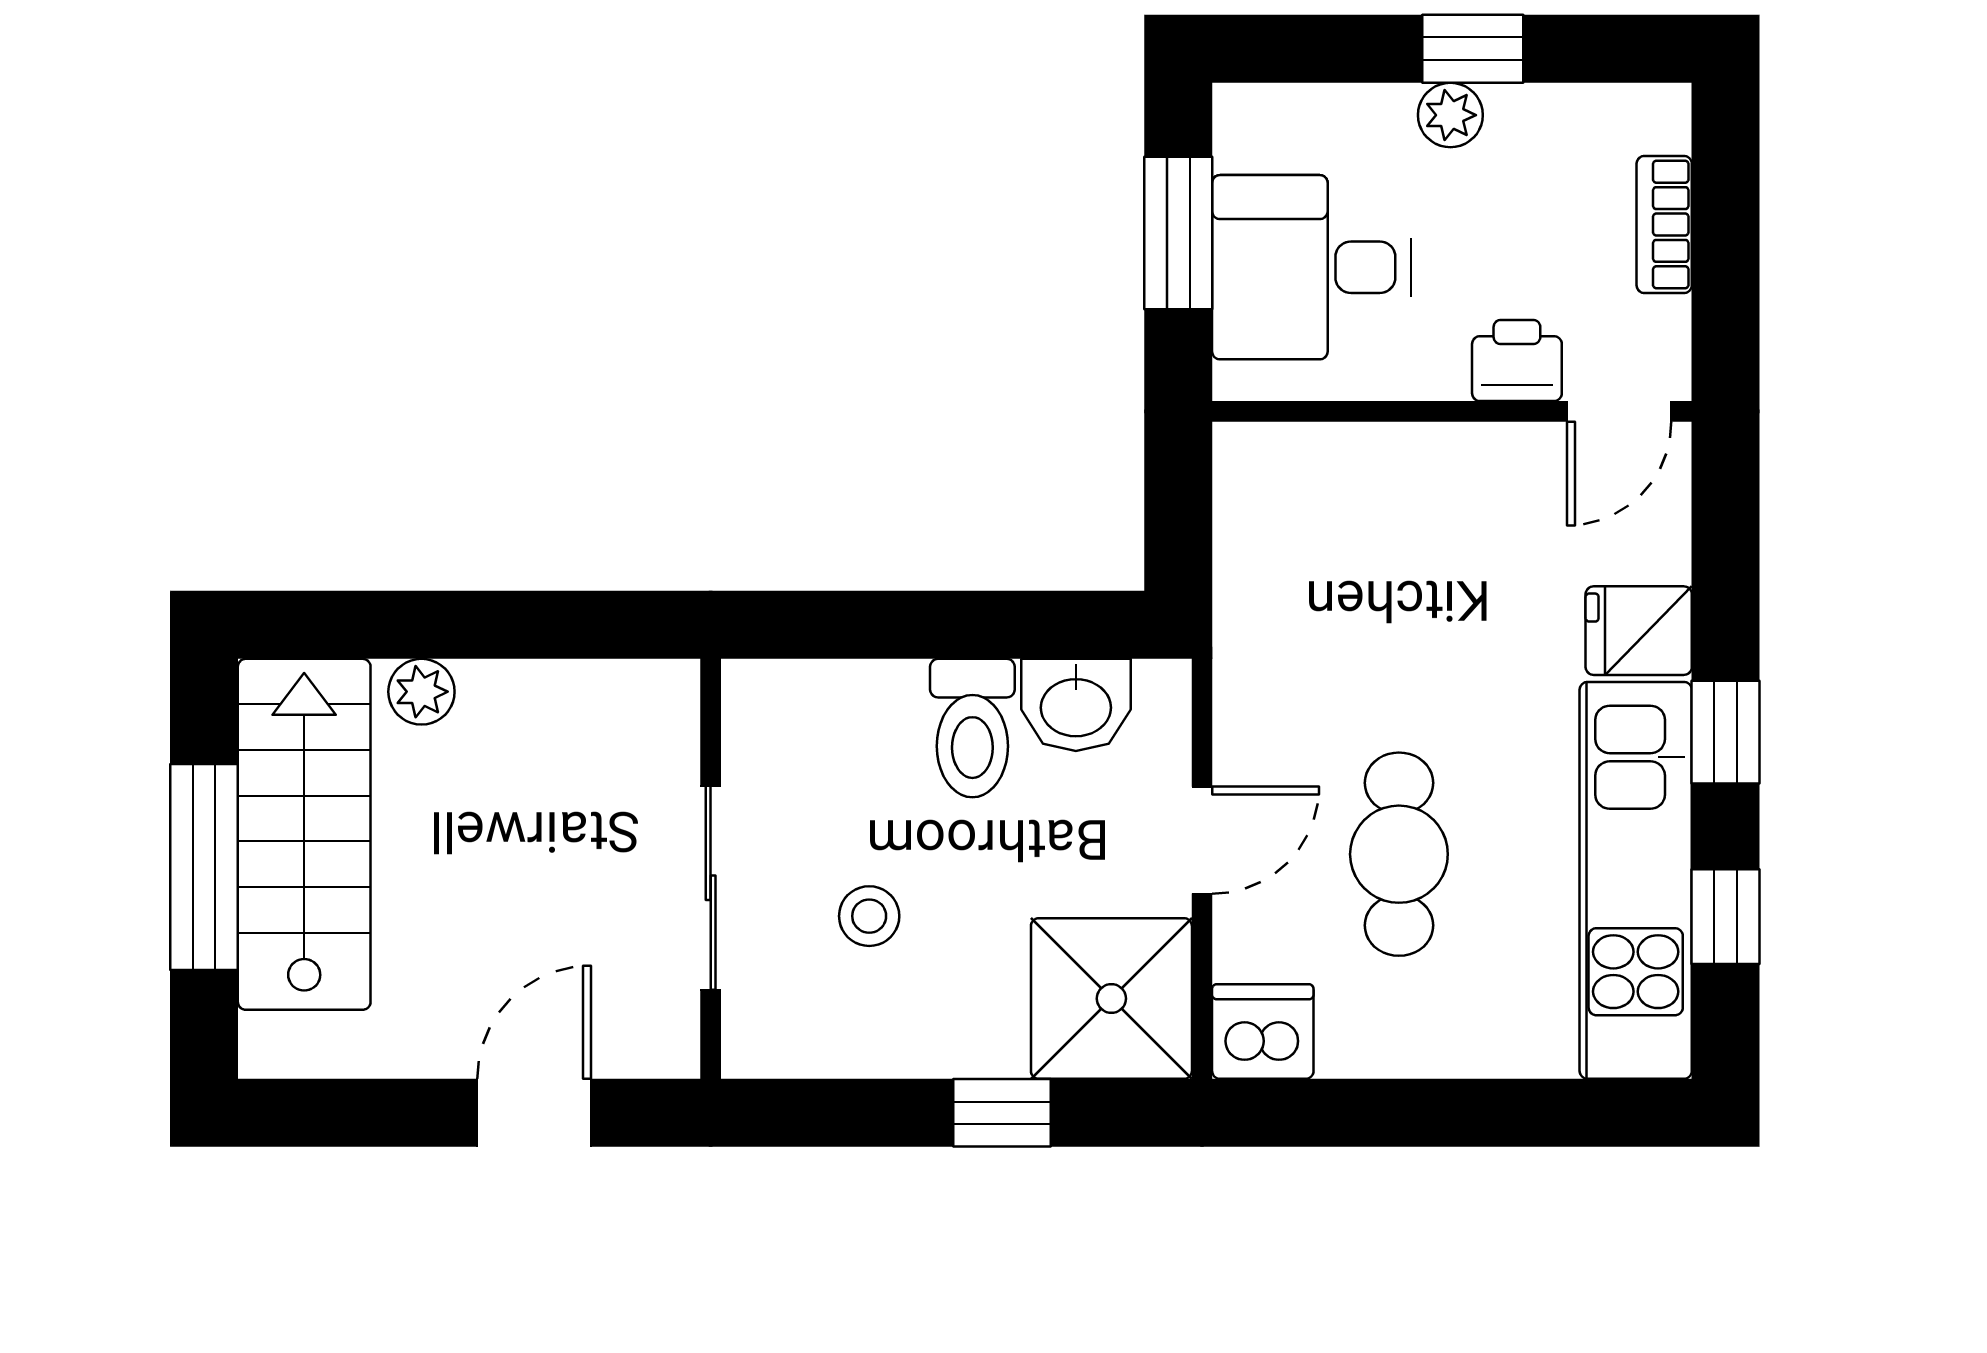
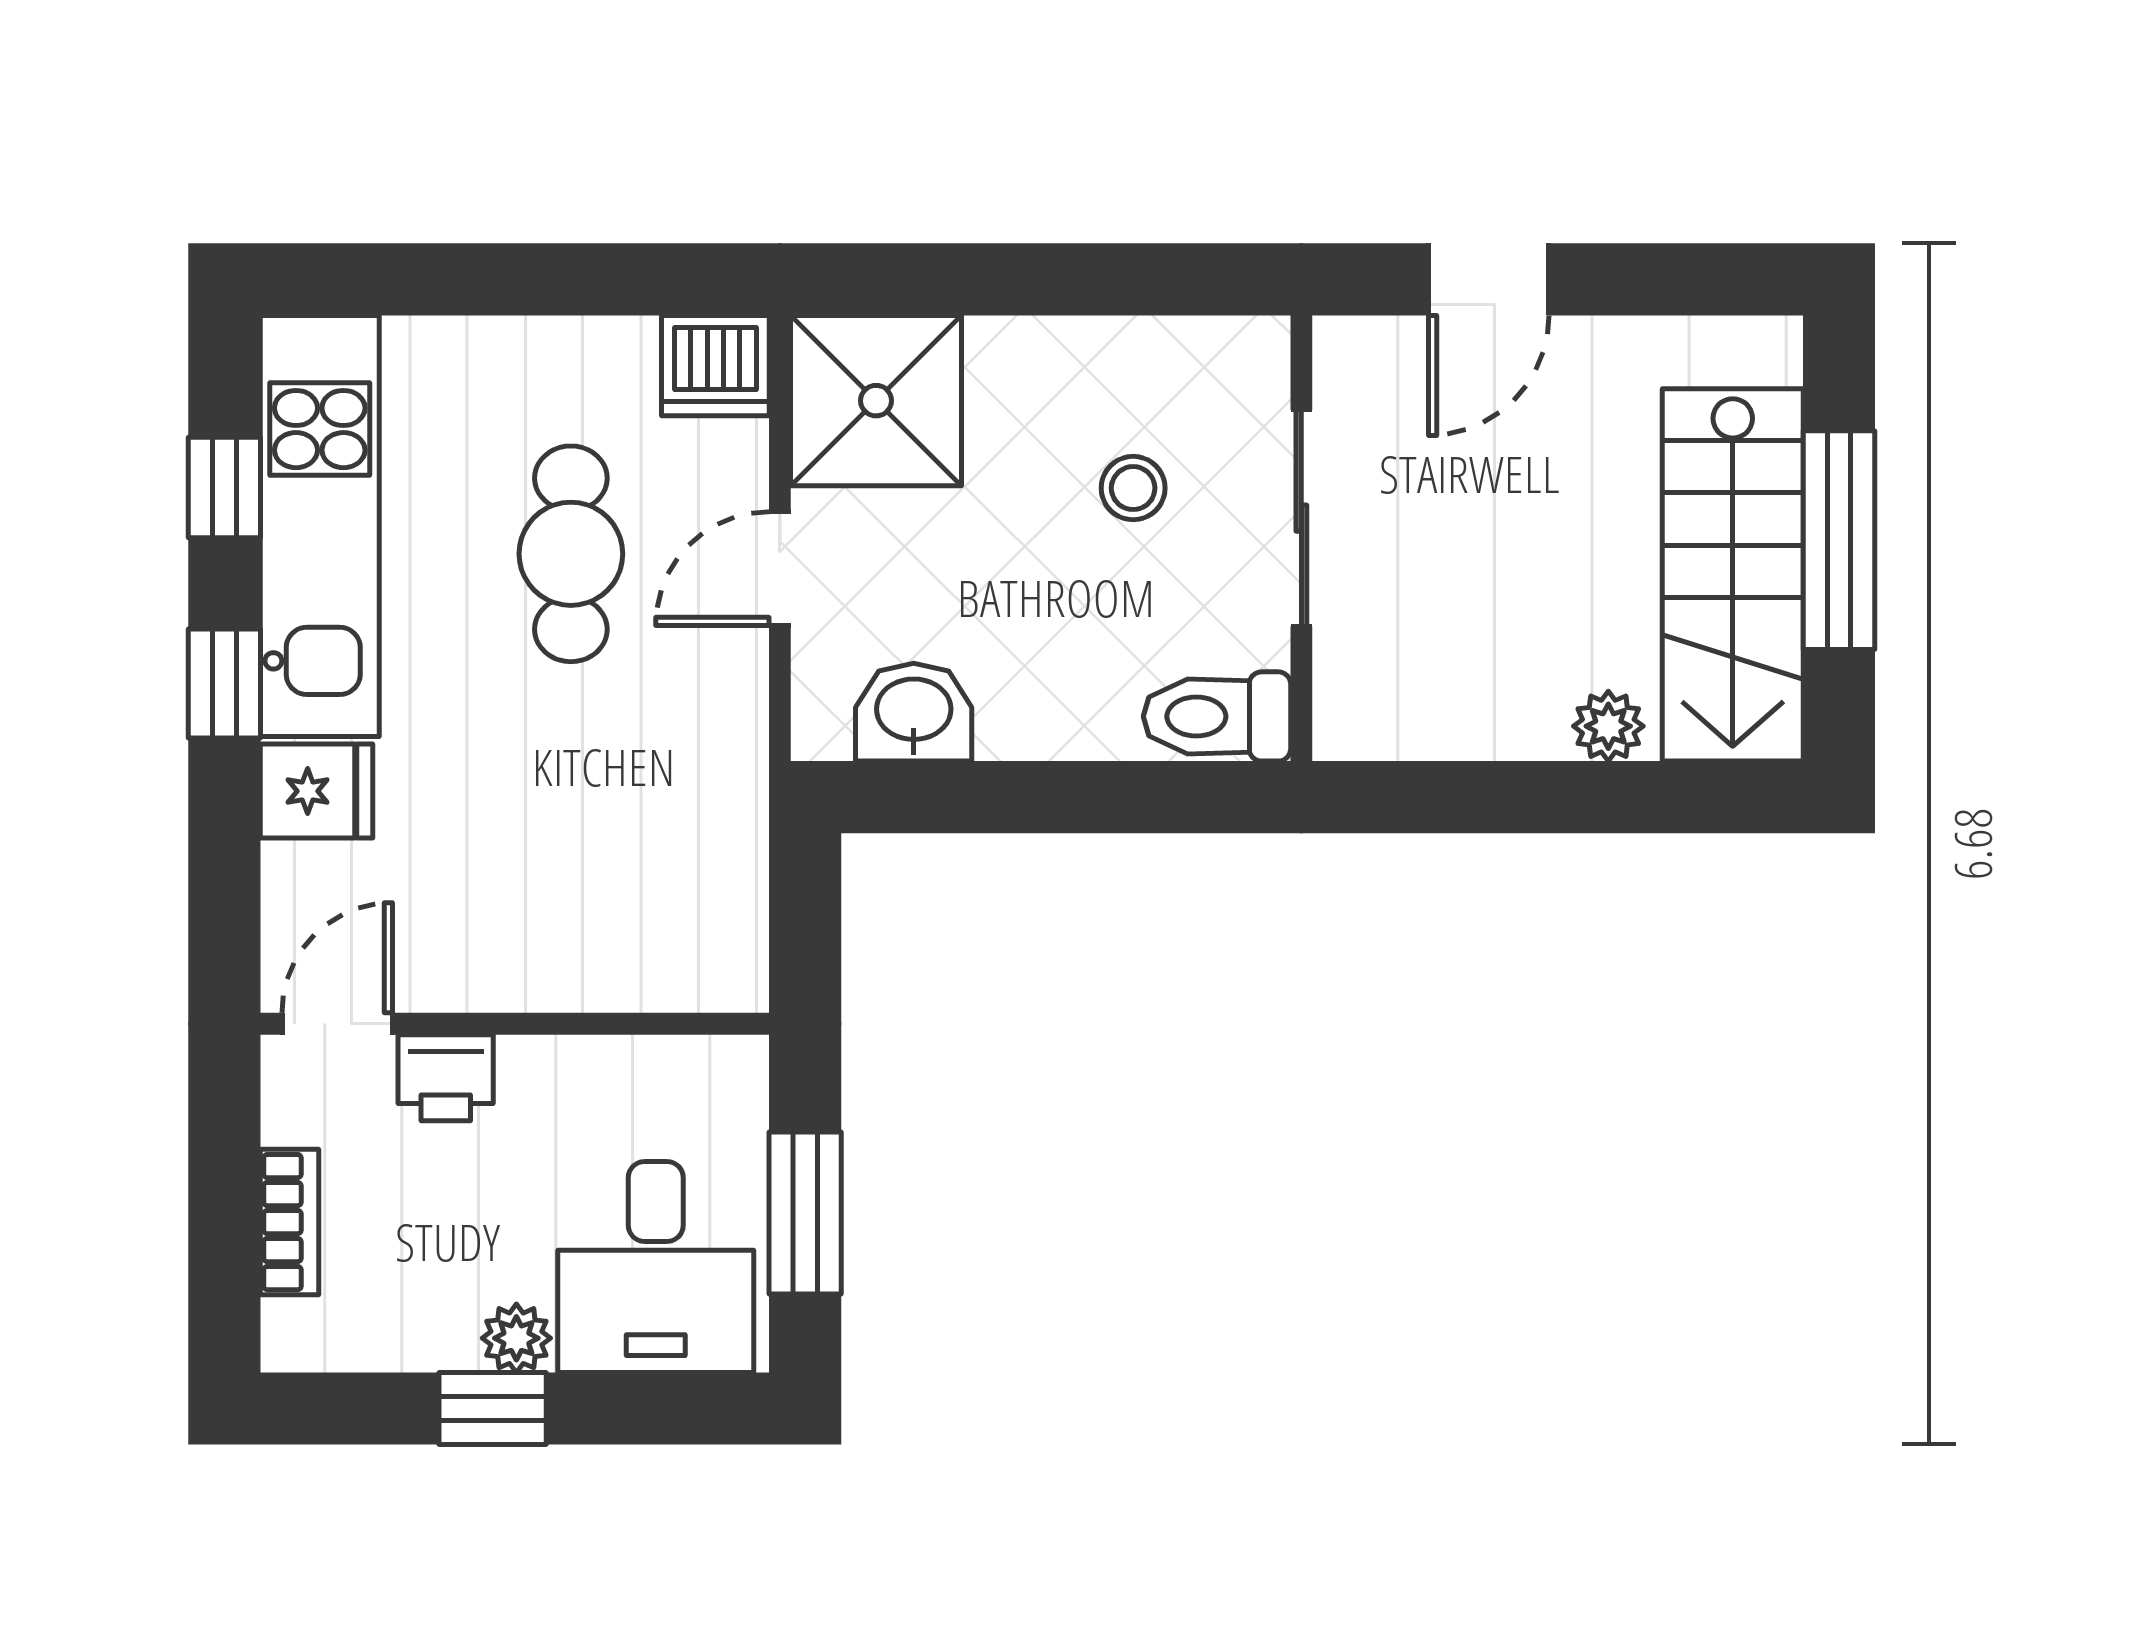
desk: (1312, 267) -> (656, 1267), moved, turned 90
toilet: (972, 728) -> (1217, 716), moved, turned -90
window: (1002, 1113) -> (992, 279), removed

